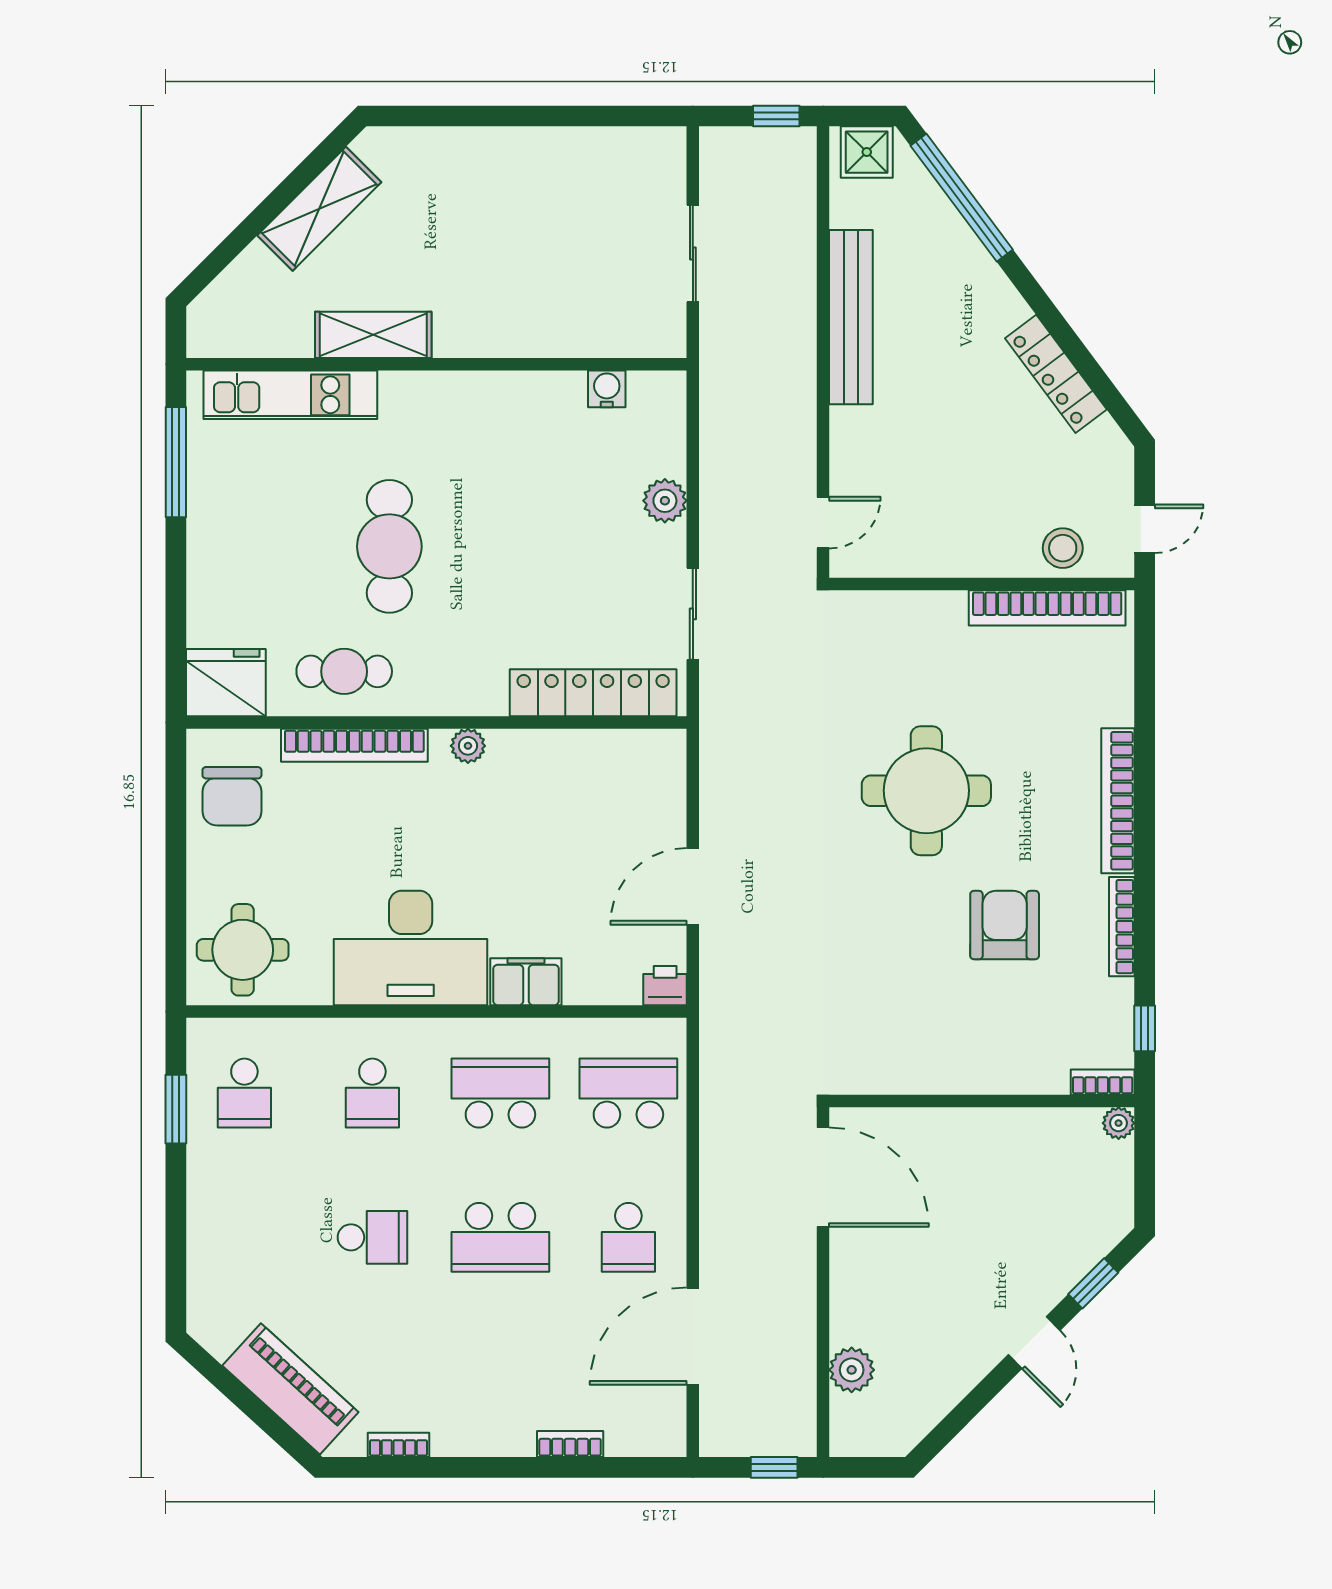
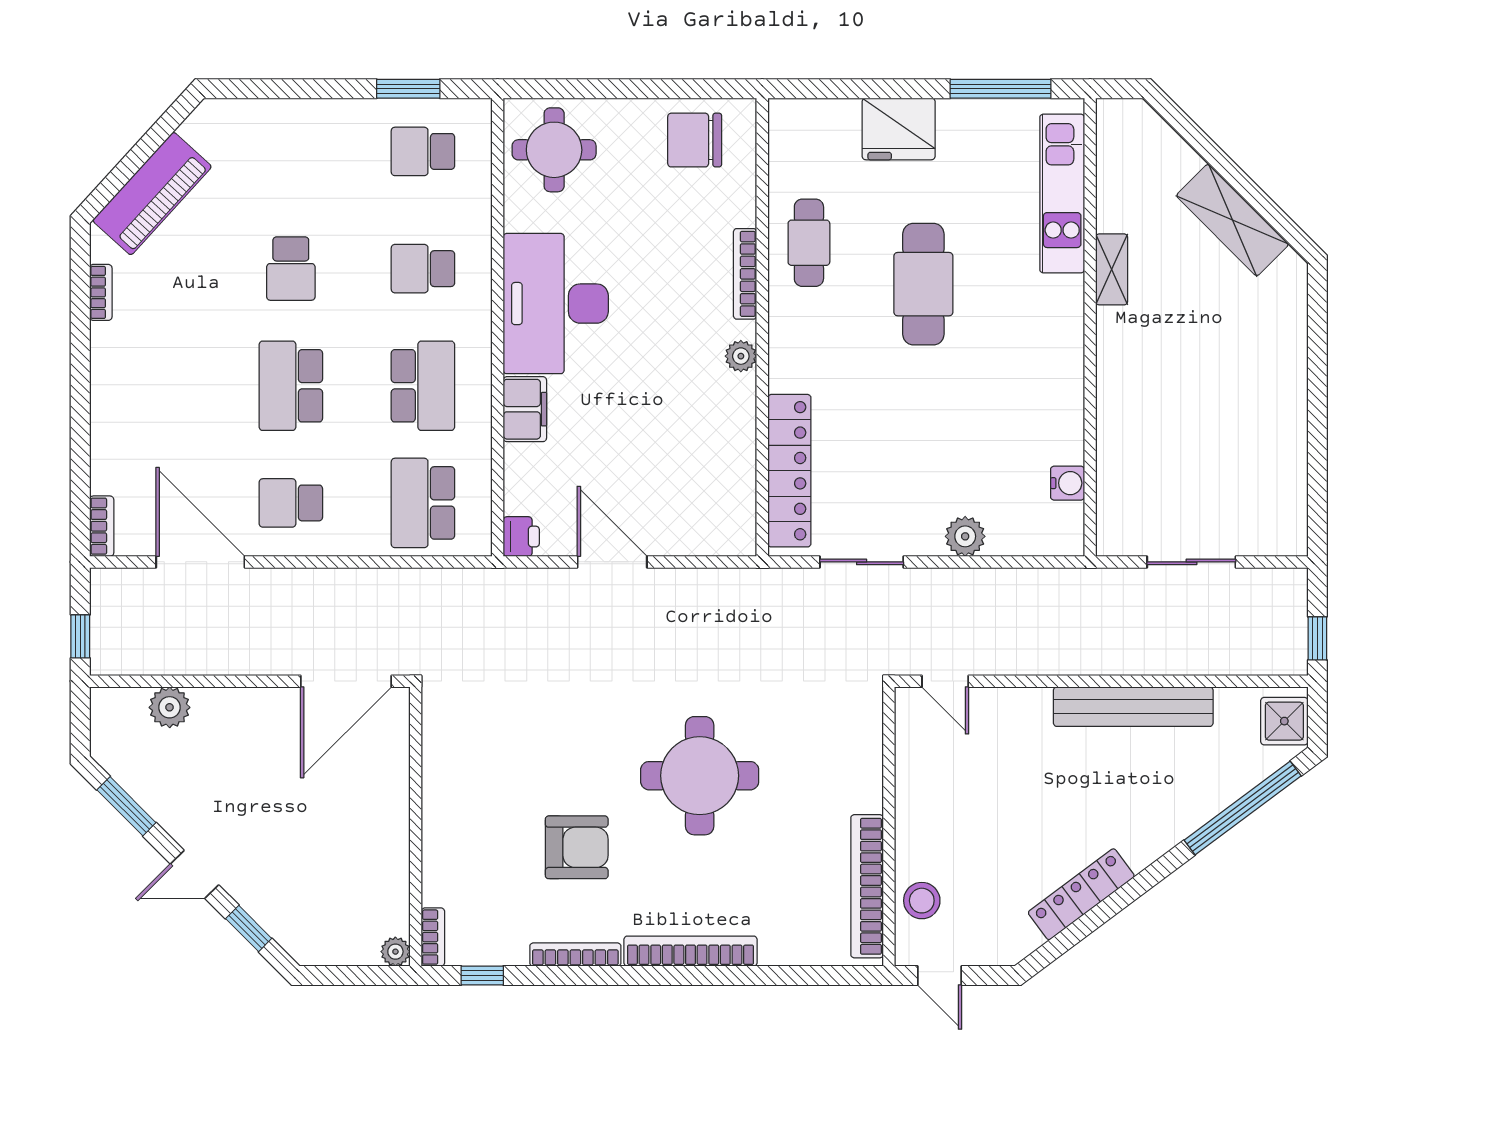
shelving: (373, 335) -> (1112, 269), width x0.67, depth x0.75
cafe table: (389, 546) -> (923, 284), turned 90
fridge: (226, 683) -> (899, 129), moved, turned 90
bookcase: (354, 745) -> (745, 274), width x0.68, depth x0.76
school desk: (628, 1093) -> (423, 503), turned 180
window: (960, 1417) -> (126, 806), added
bookcase: (570, 1444) -> (102, 526), moved

